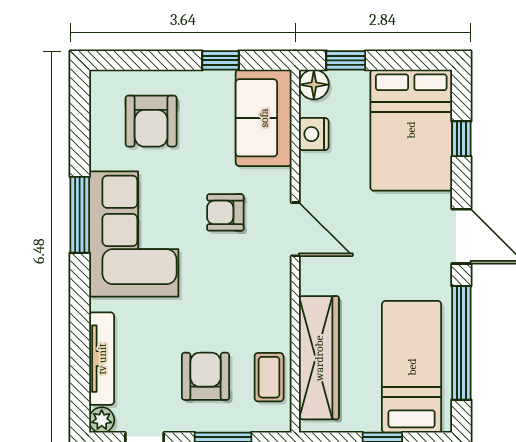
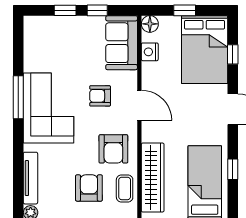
window: (163, 60) -> (65, 10), added
window: (346, 60) -> (185, 10), moved
armchair: (151, 121) -> (113, 149), moved
window: (461, 343) -> (233, 169), width x0.32

